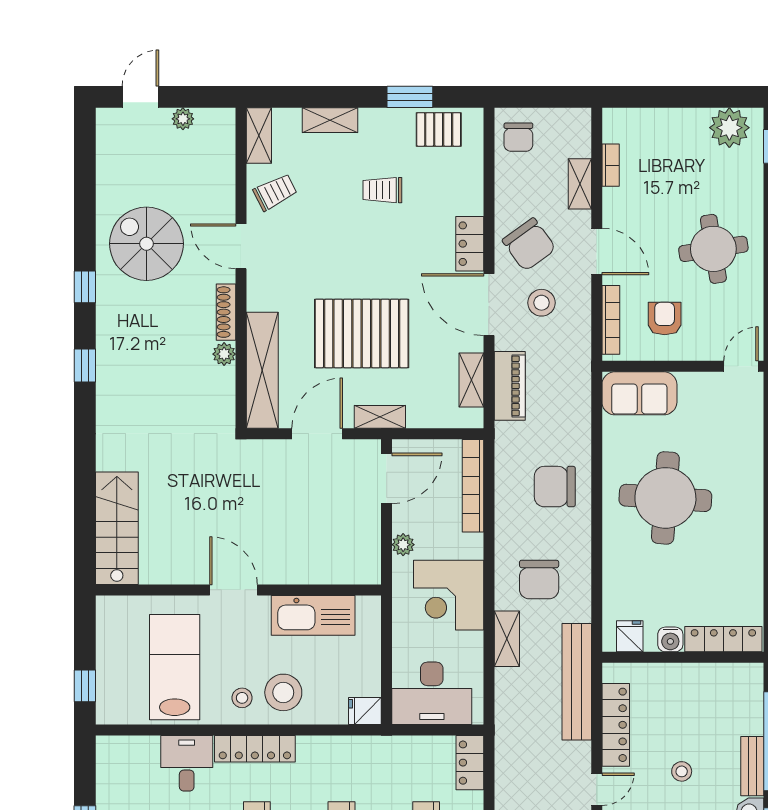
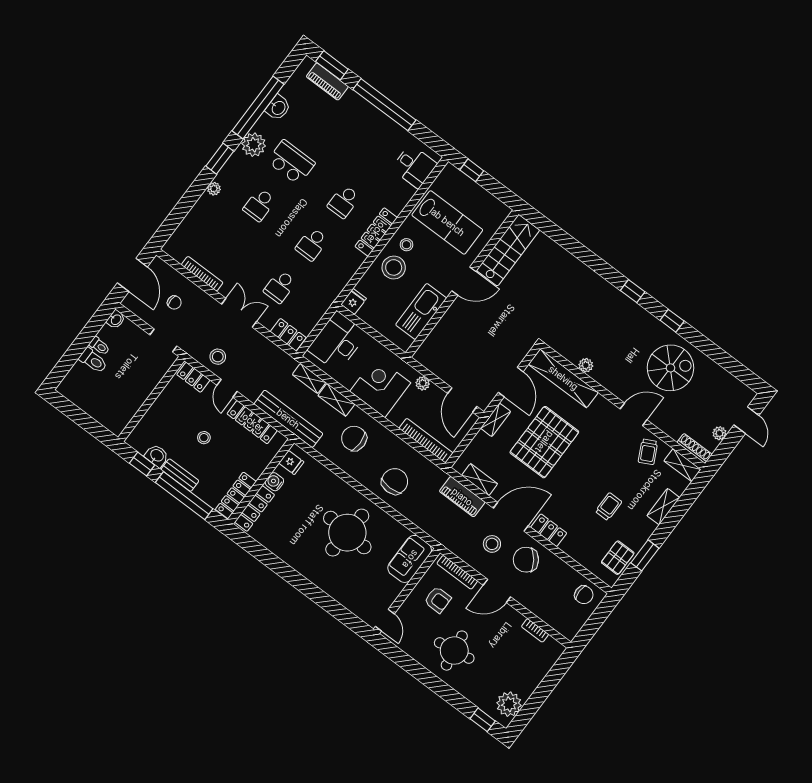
chair: (518, 137) -> (584, 595), turned 180
shelving: (580, 184) -> (309, 378), moved
shoe rack: (226, 312) -> (695, 448), moved
stairs: (117, 528) -> (508, 250), moved, turned -90
locker: (725, 676) -> (236, 495), added
desk: (187, 763) -> (414, 166), moved

